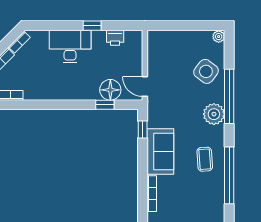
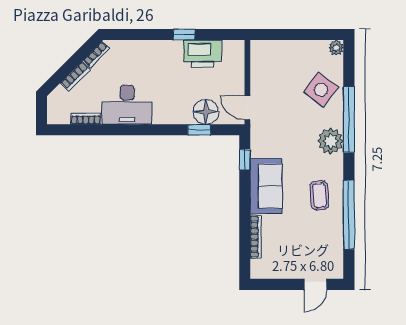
printer: (115, 38) -> (203, 54), width x1.87, depth x1.48
desk: (70, 46) -> (127, 105), moved, turned 180

